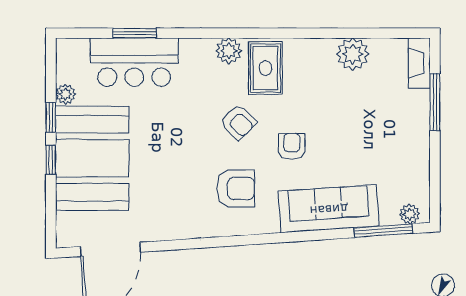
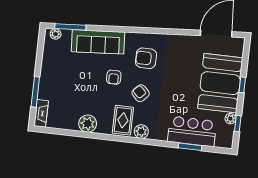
plant: (353, 54) -> (88, 124), moved
window: (51, 117) -> (238, 124), moved

